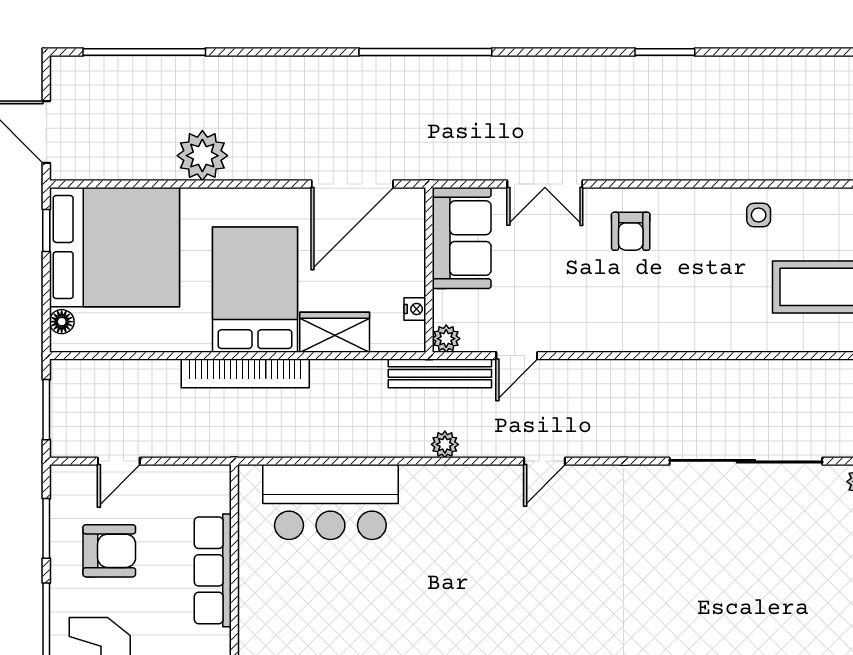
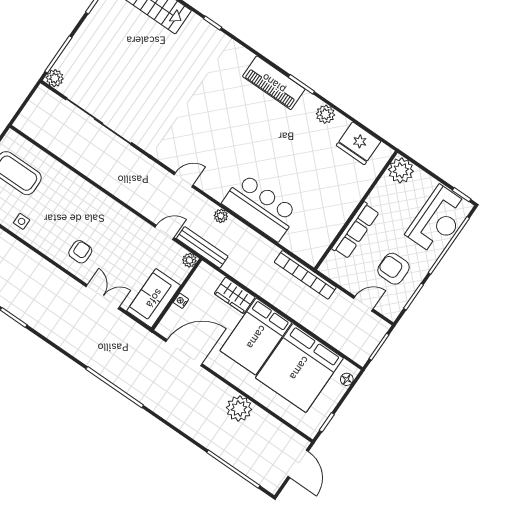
bed: (114, 247) -> (299, 368), moved, turned -90
nightstand: (415, 309) -> (181, 301), moved
bookcase: (245, 373) -> (305, 275), moved, turned 180
bar counter: (330, 502) -> (260, 207), moved

